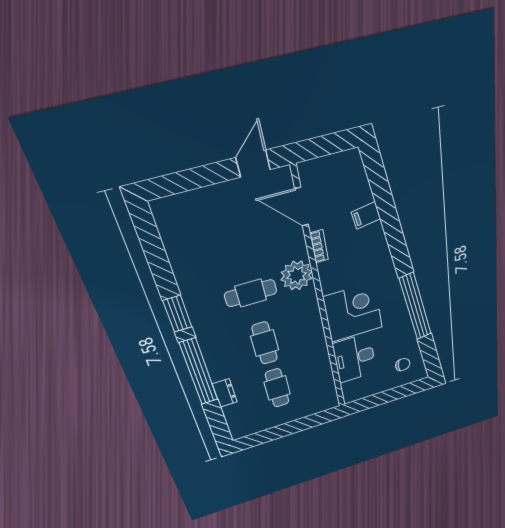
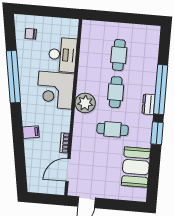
door: (302, 207) -> (68, 170), swing flipped
filing cabinet: (366, 215) -> (31, 132), moved
booth: (190, 252) -> (136, 167), added
plant: (297, 276) -> (85, 103), moved
dresser: (225, 393) -> (148, 104), moved

